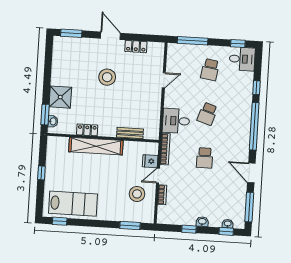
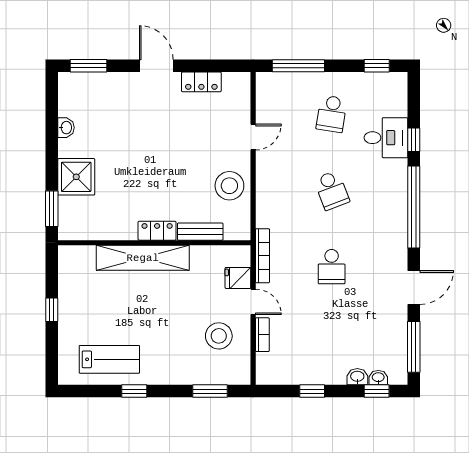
desk: (242, 59) -> (386, 138), moved
stool: (107, 77) -> (229, 186), moved
school desk: (207, 114) -> (332, 190), turned -39
washbasin: (53, 121) -> (66, 128), moved
desk: (176, 121) -> (278, 206), removed
locker: (87, 130) -> (157, 231), moved
door: (251, 173) -> (414, 287), swing flipped
door: (158, 176) -> (253, 302), swing flipped
lab bench: (73, 204) -> (109, 359), width x0.73, depth x0.72
window: (60, 221) -> (134, 391), moved
washbasin: (202, 222) -> (357, 377), moved

